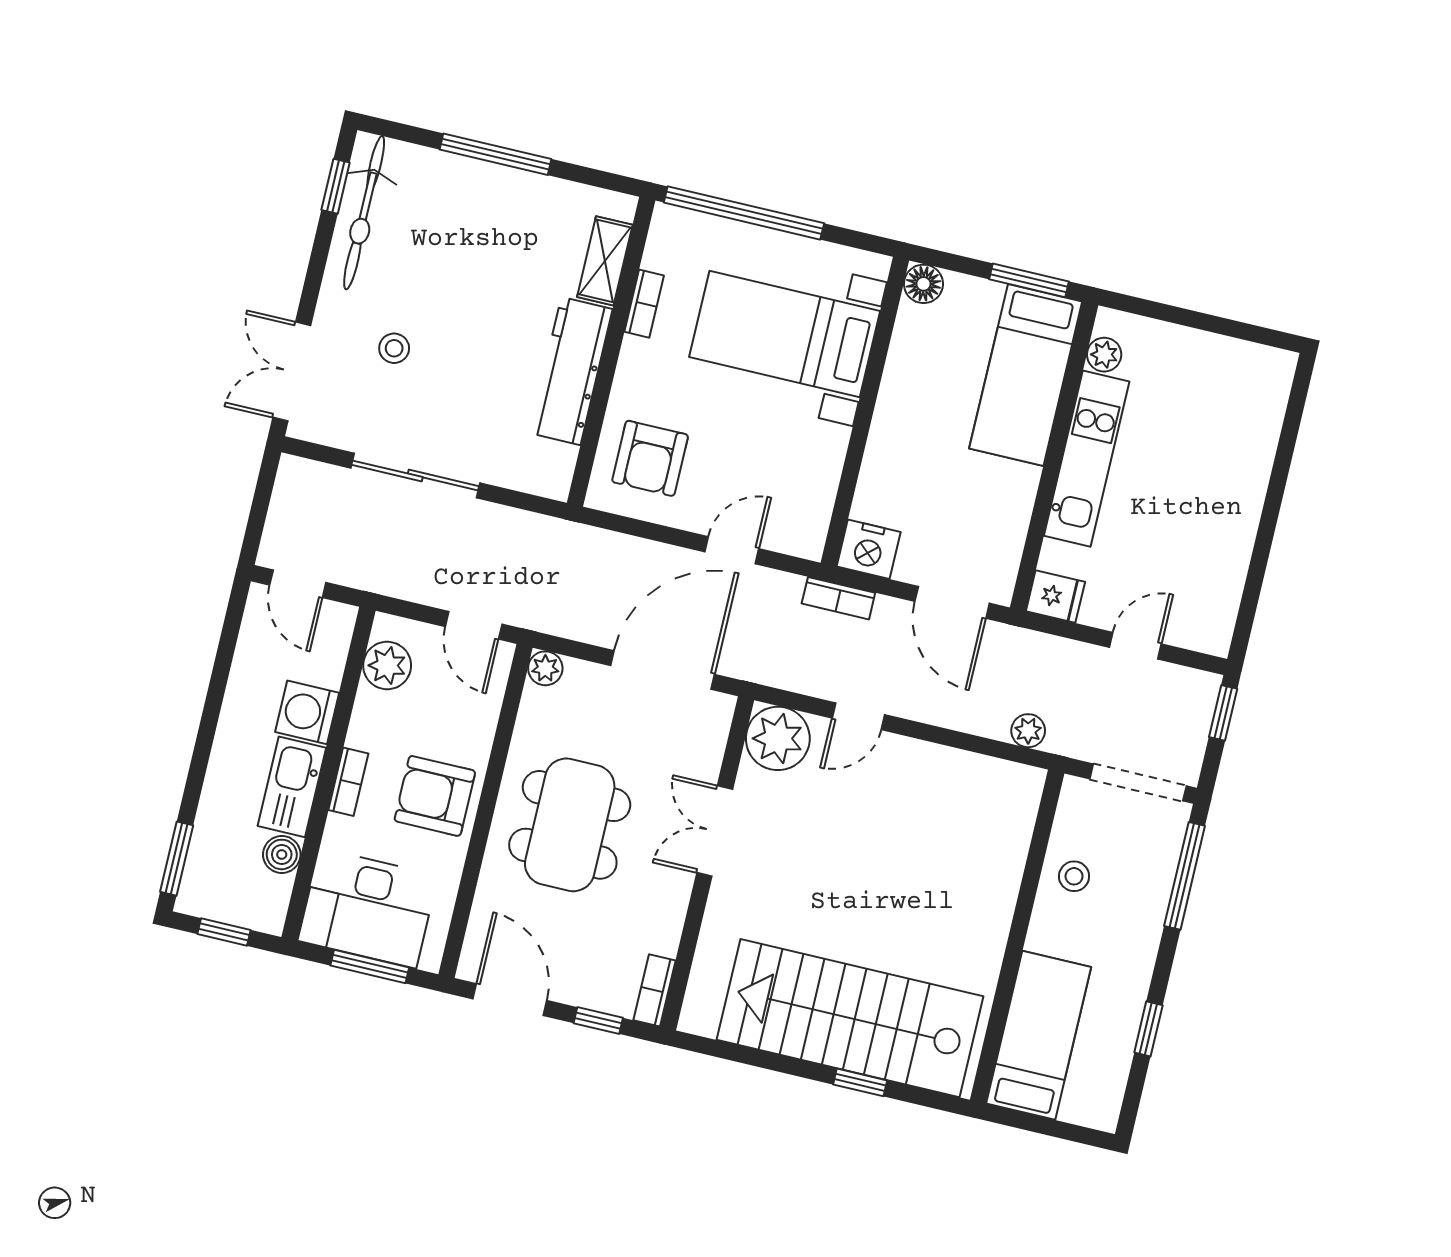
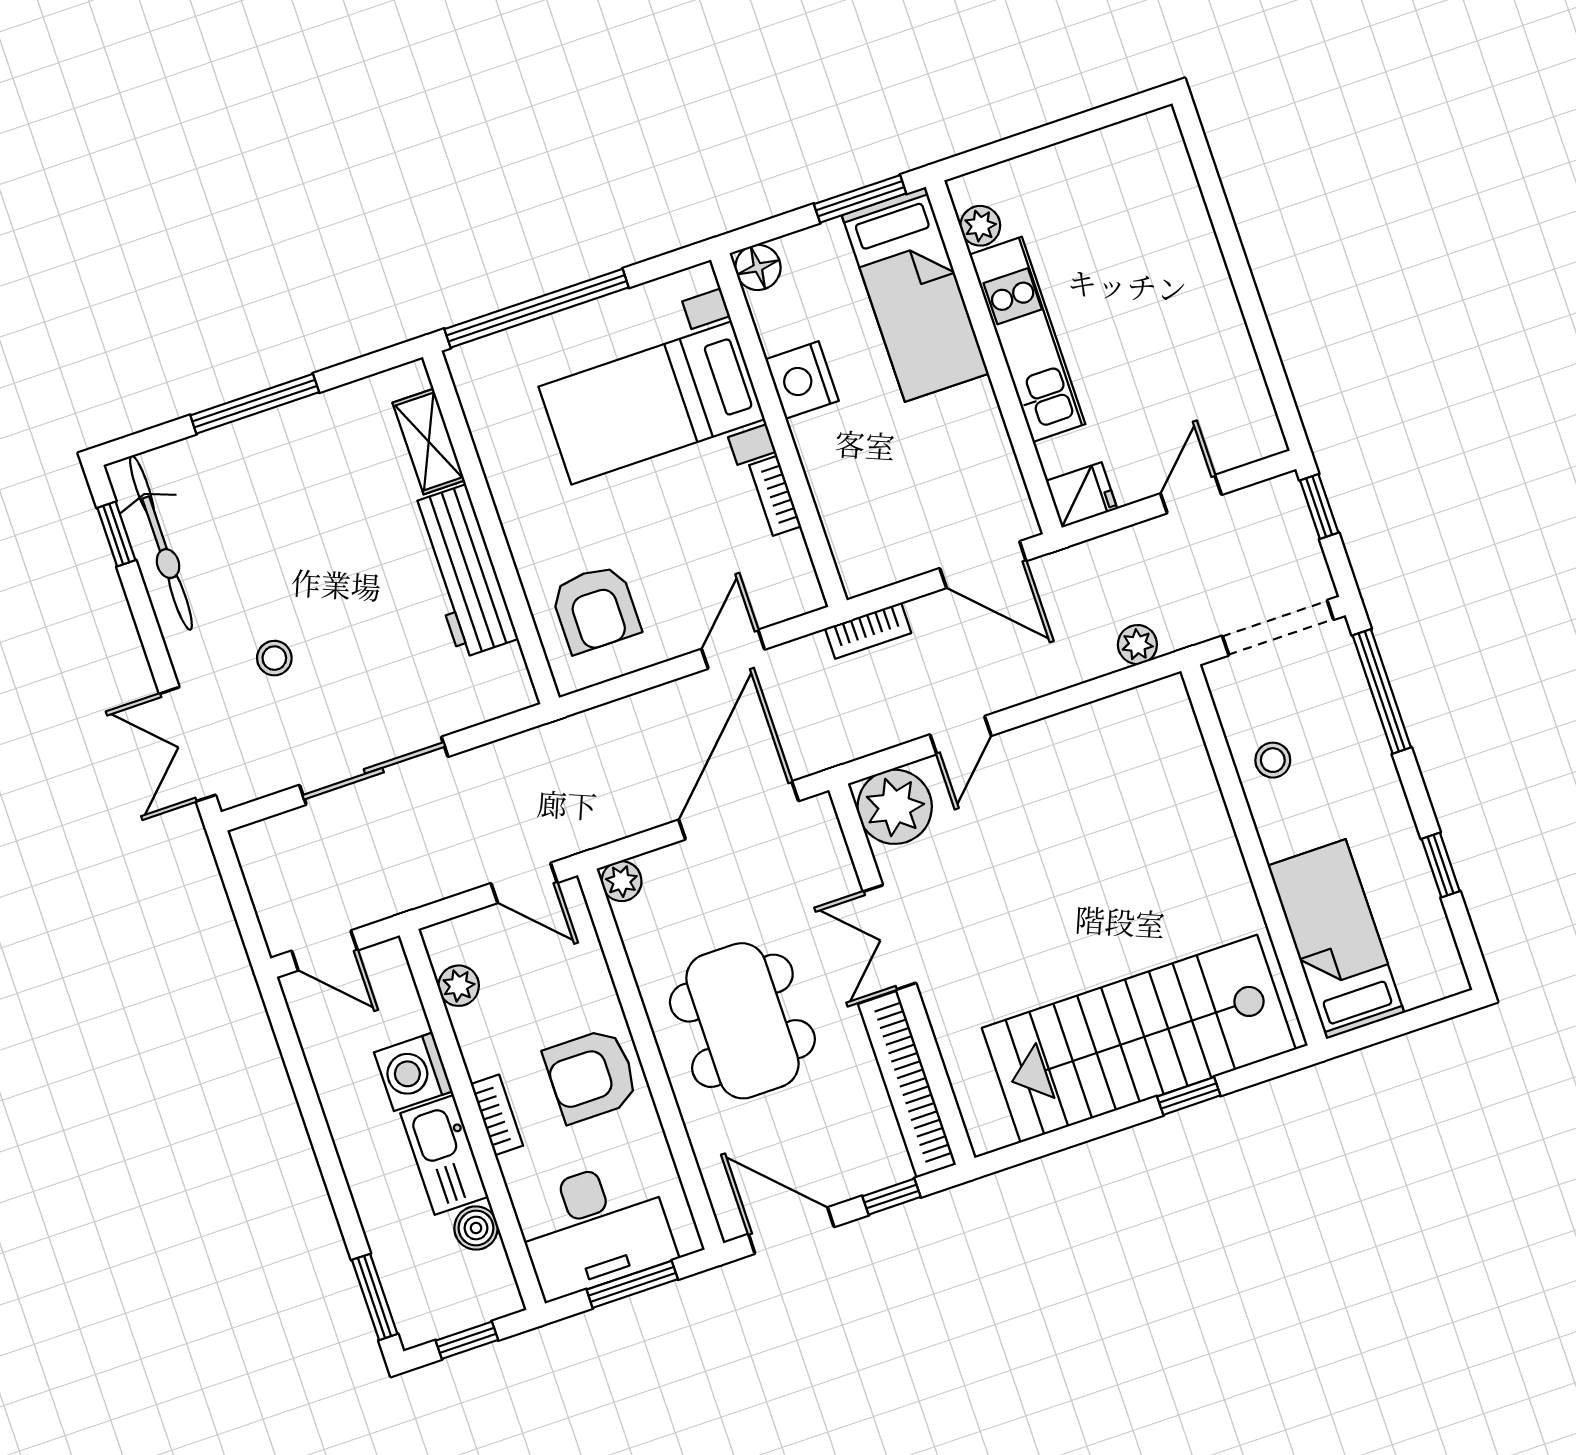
bookcase: (644, 304) -> (775, 496), moved, turned 180
nightstand: (869, 549) -> (802, 380), moved, turned 90
plant: (387, 665) -> (459, 986), width x0.73, depth x0.73
bookcase: (655, 990) -> (907, 1084), width x2.31, depth x1.31

